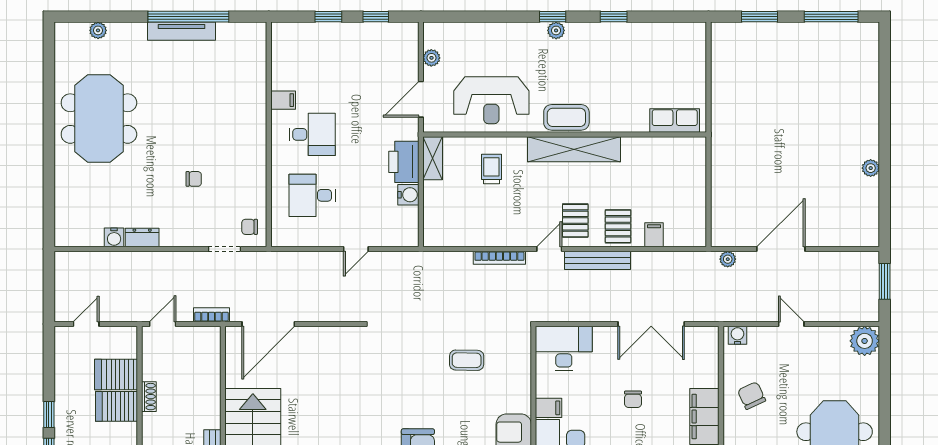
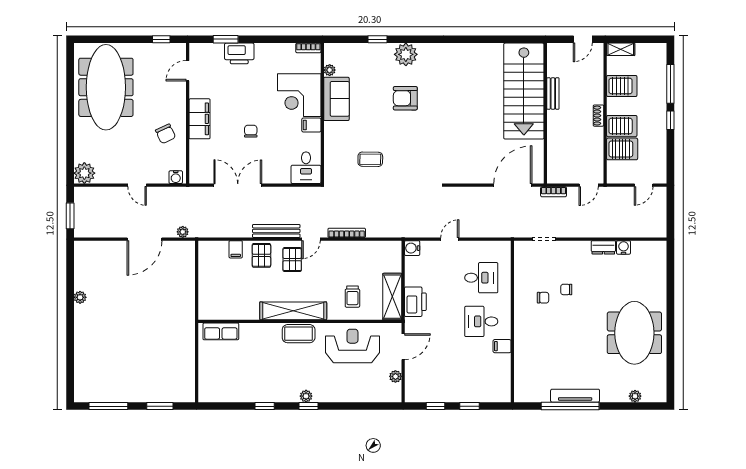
shelving: (433, 158) -> (392, 297), width x1.50, depth x1.33
water cooler: (408, 195) -> (412, 248), moved
chair: (250, 227) -> (543, 298), moved
desk: (564, 348) -> (306, 168), width x0.73
shoe rack: (149, 397) -> (598, 116), moved

